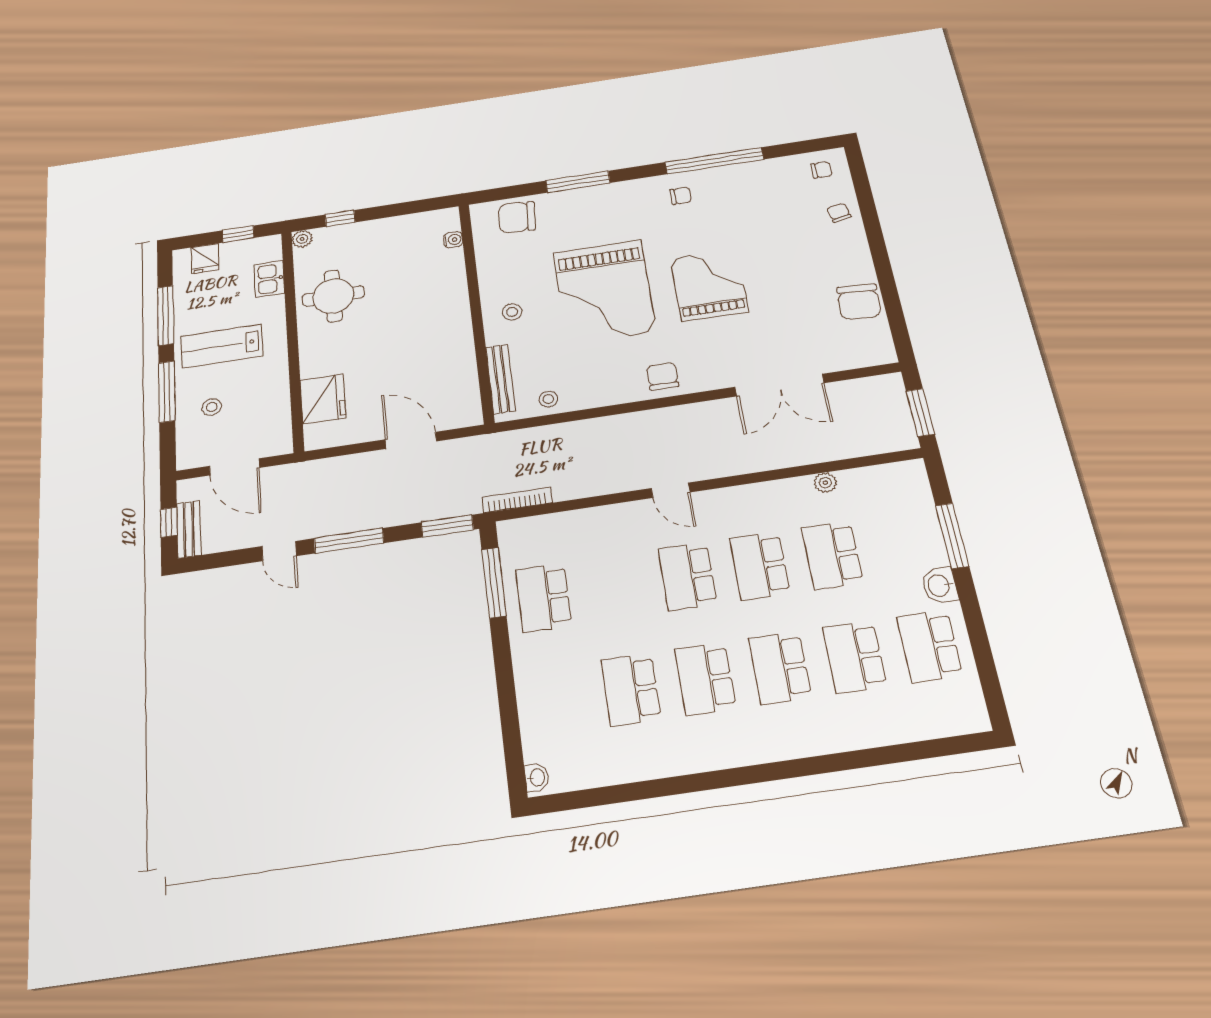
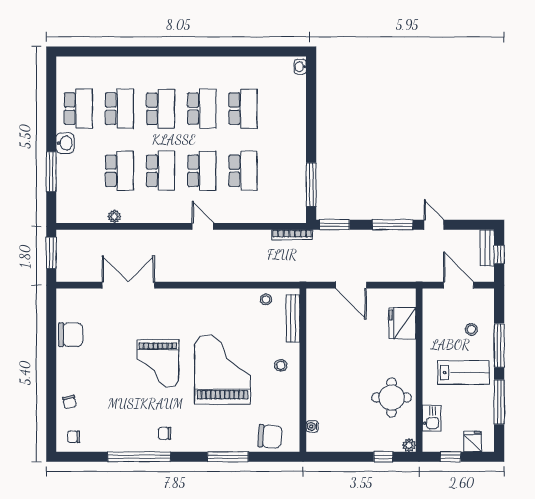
chair: (859, 302) -> (71, 335), turned 86
chair: (663, 376) -> (196, 303), removed
school desk: (544, 598) -> (243, 171), moved

